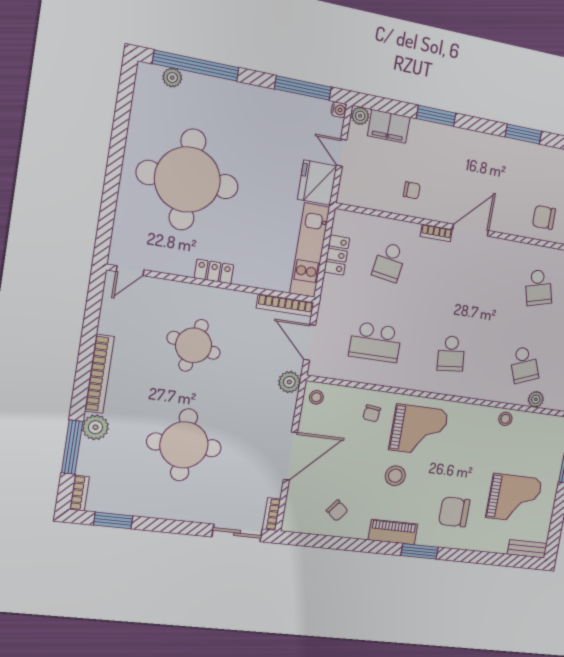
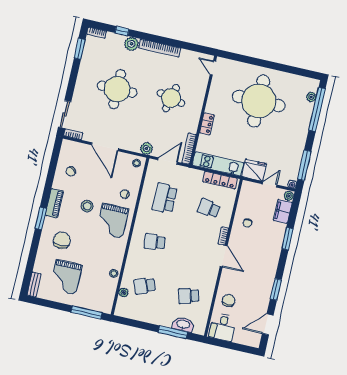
locker: (337, 255) -> (220, 180), width x1.53
locker: (214, 271) -> (207, 124), moved
window: (72, 447) -> (122, 31), width x0.46

